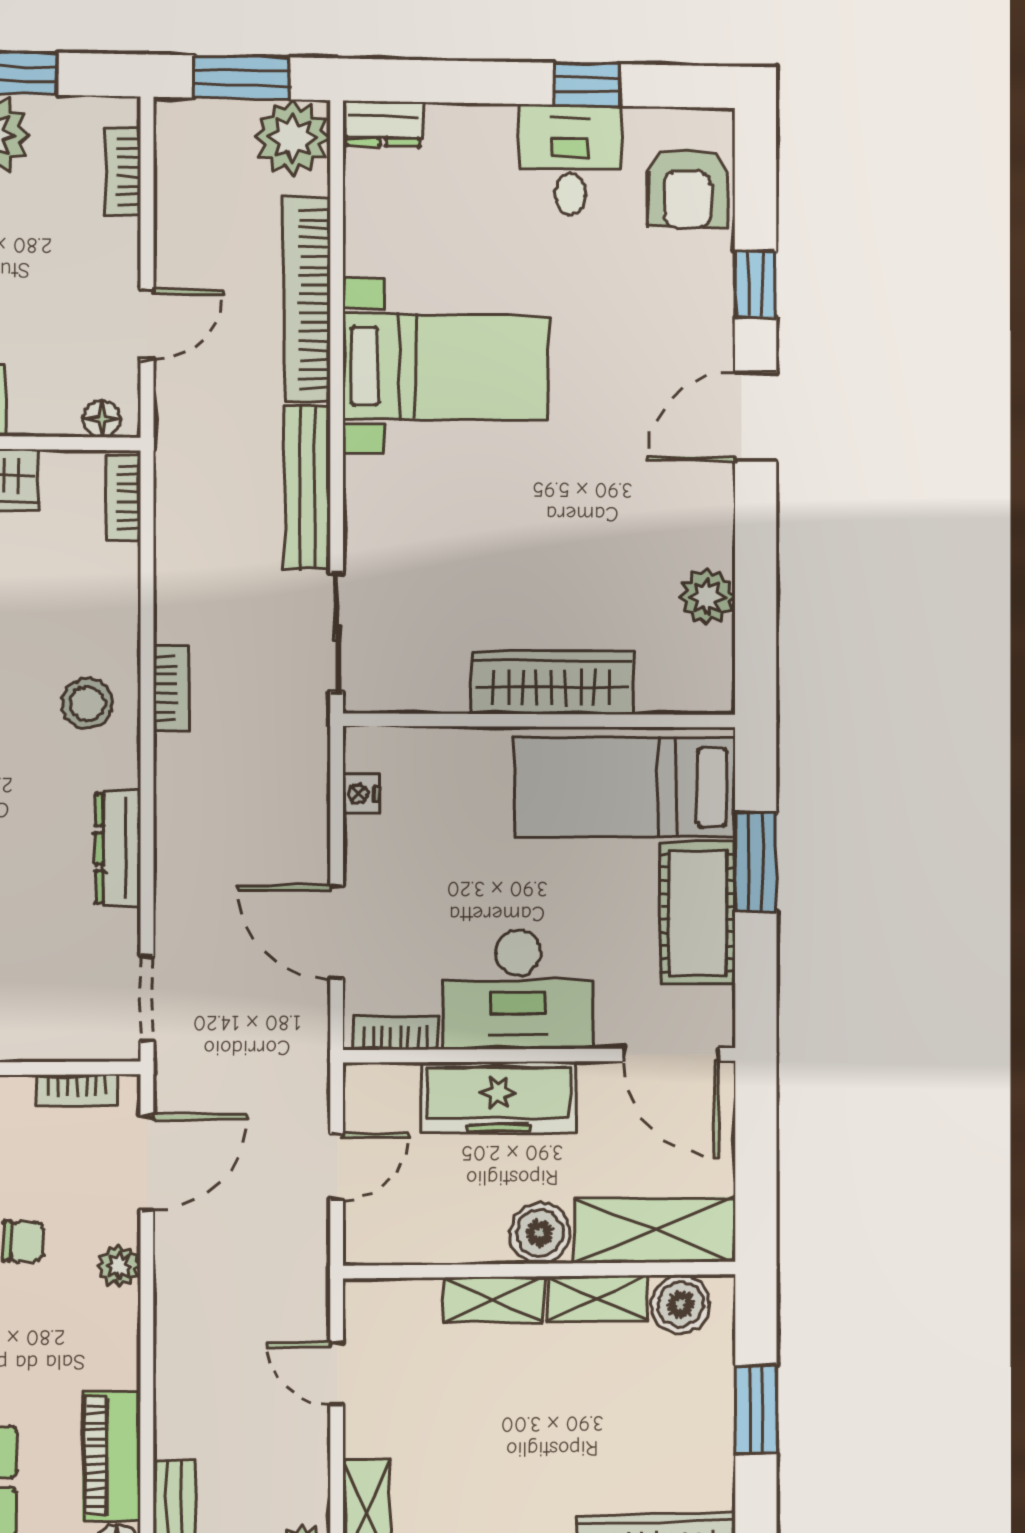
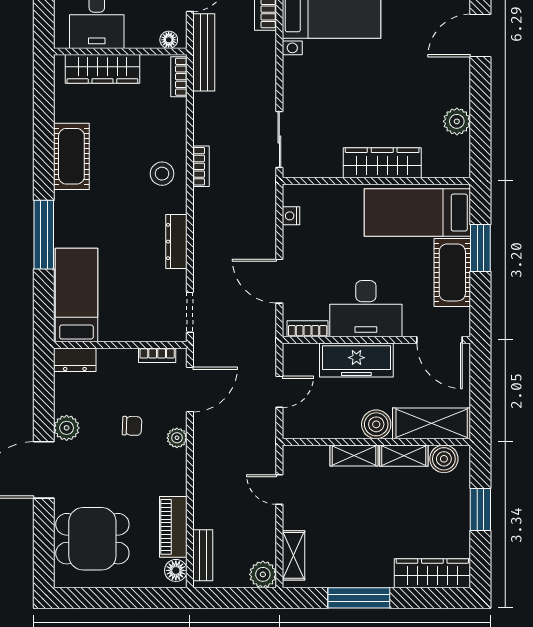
bench: (307, 487) -> (204, 52), moved

